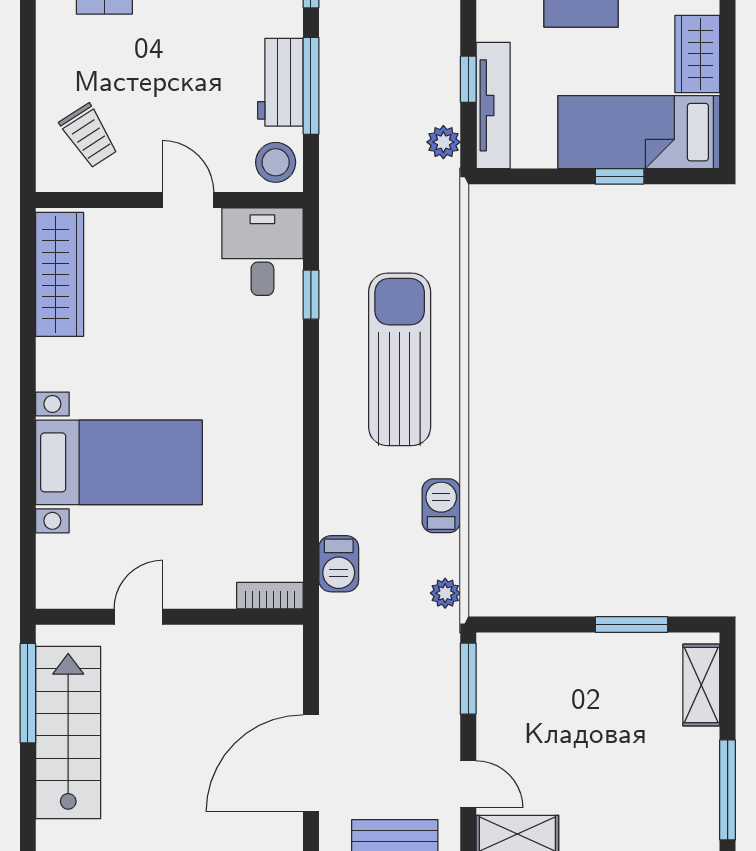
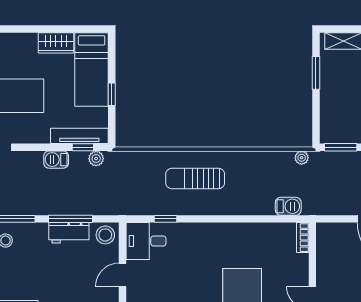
window: (468, 79) -> (83, 147), moved
window: (620, 176) -> (112, 94), moved
sun lounger: (400, 359) -> (195, 178), width x0.73, depth x0.75
barbecue: (441, 506) -> (56, 160), moved

